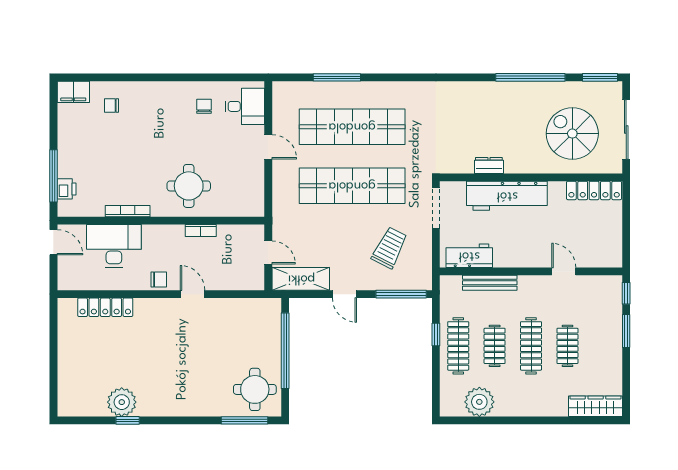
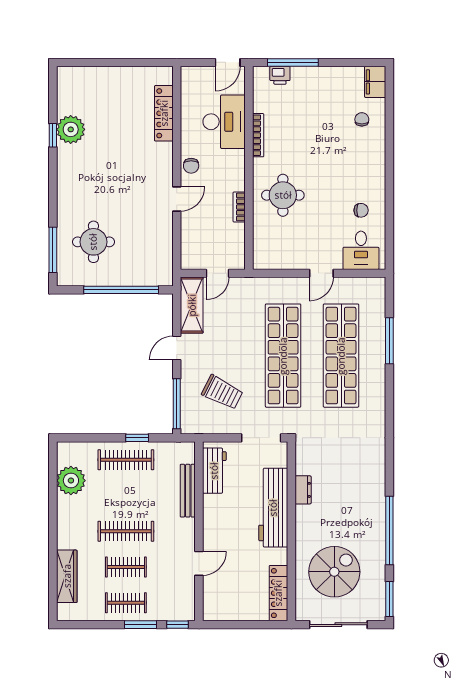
clothes rail: (495, 346) -> (126, 603), moved
round table: (255, 389) -> (93, 242), moved
wardrobe: (596, 406) -> (67, 576), moved

